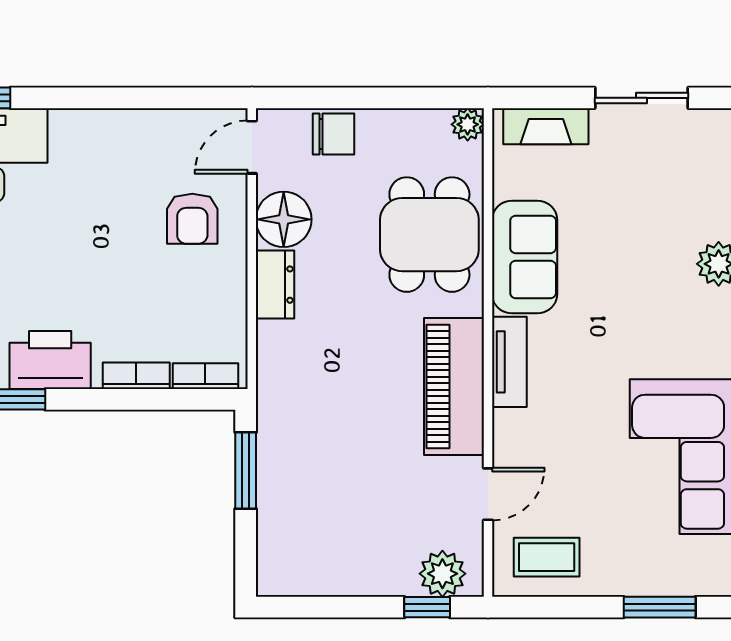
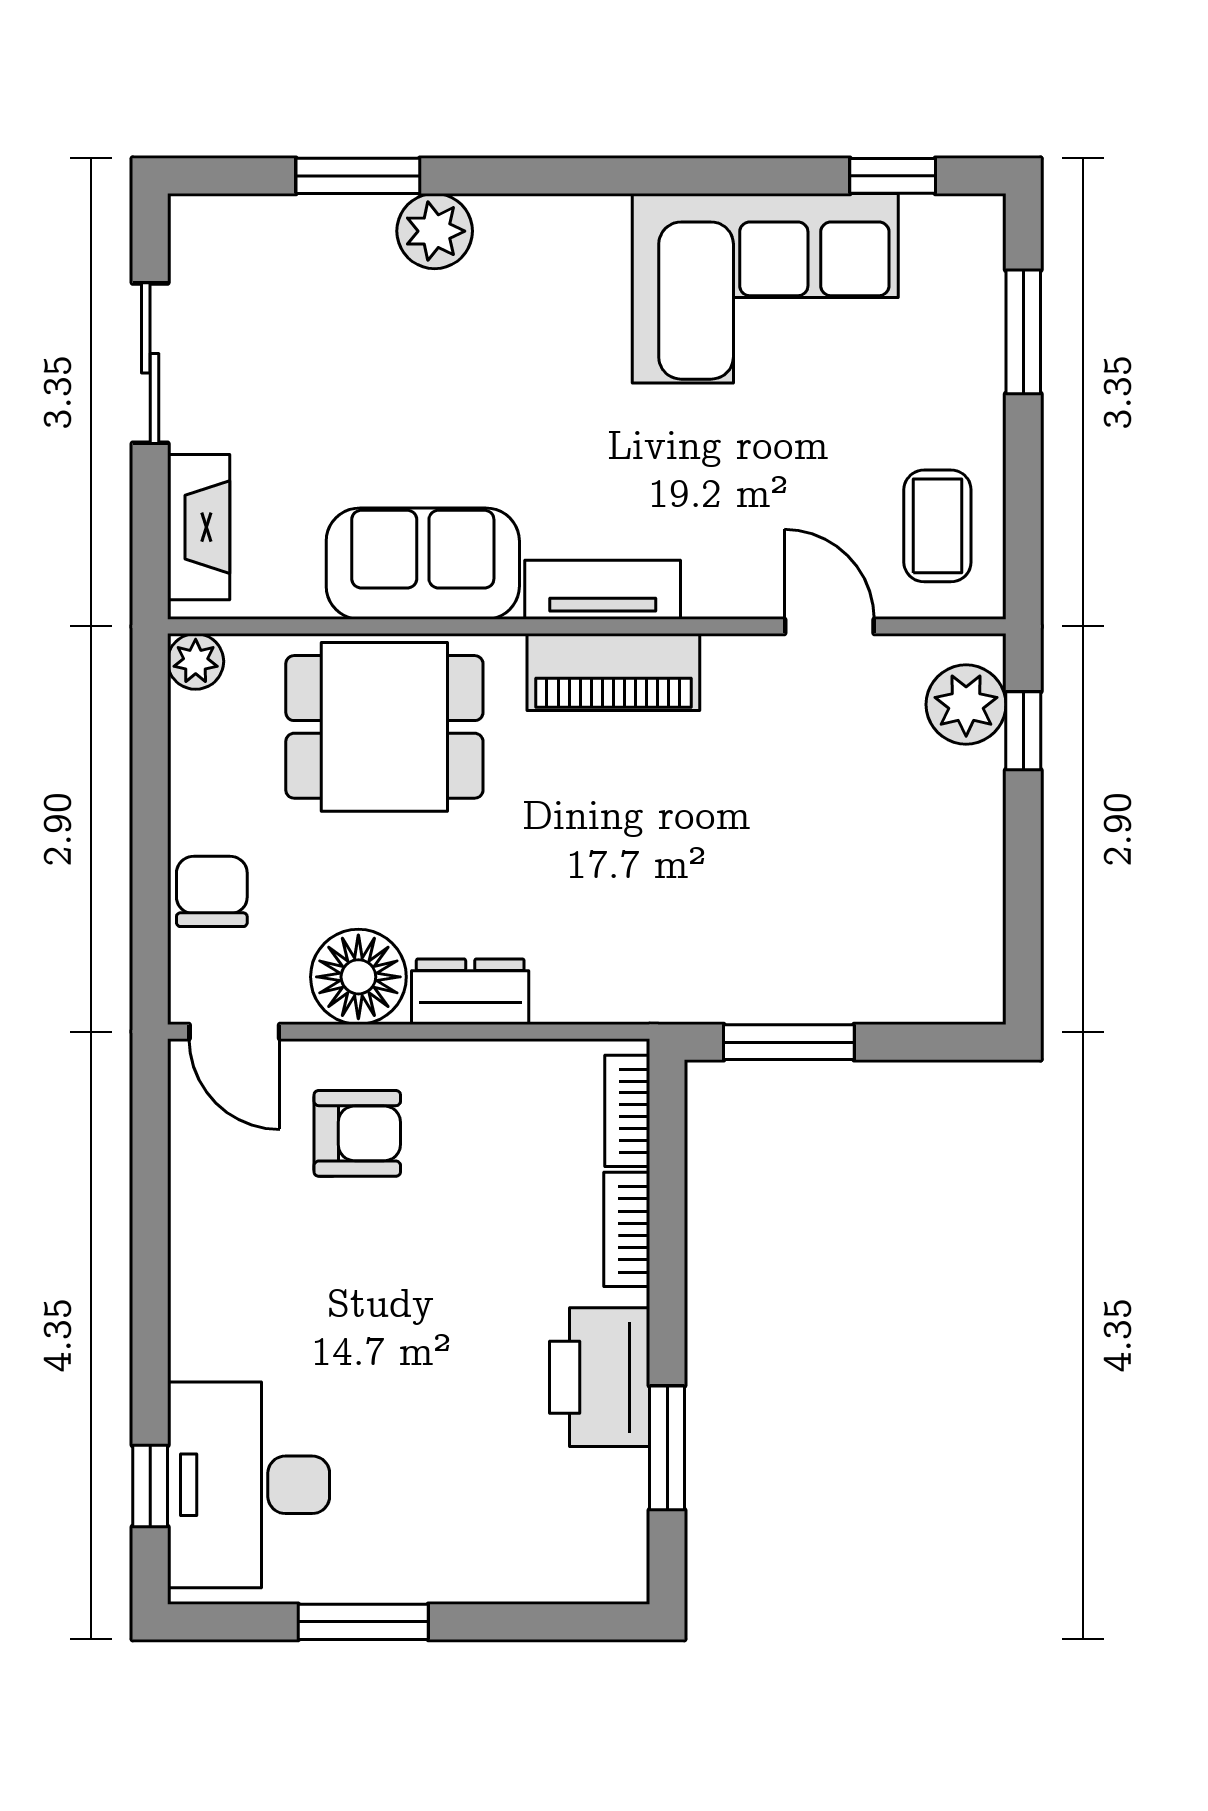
piano: (454, 387) -> (613, 672), width x0.73, depth x0.75

